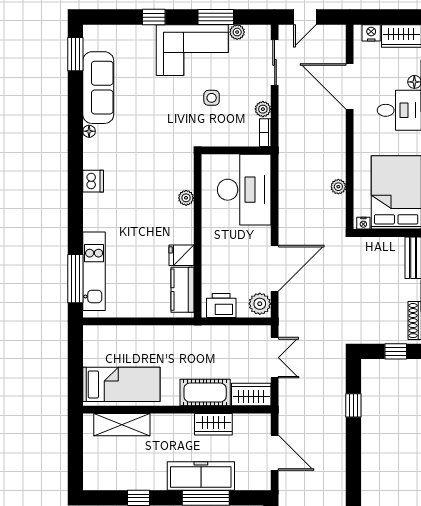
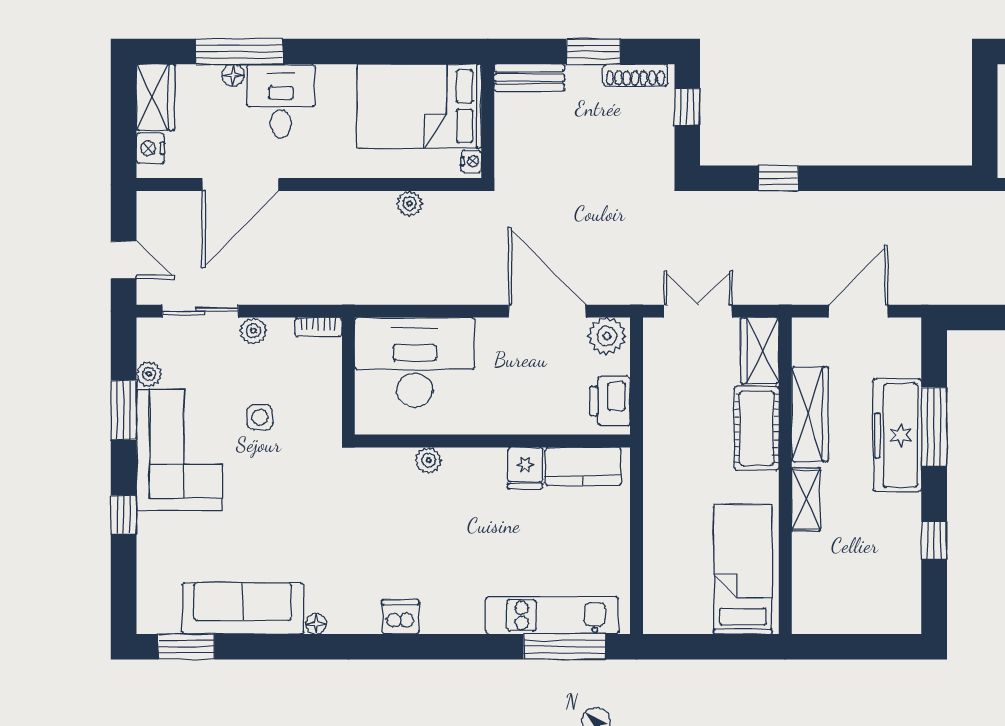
plant: (263, 109) -> (253, 331), moved
wardrobe: (213, 424) -> (810, 414), width x1.50
shelving: (122, 425) -> (806, 499), moved, width x0.67, depth x0.75

